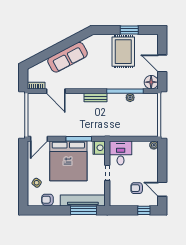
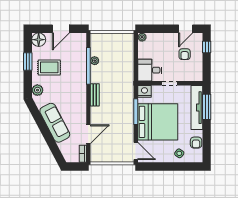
plant: (100, 40) -> (37, 90), added
rug: (123, 52) -> (49, 67), width x0.73, depth x0.70
floor lamp: (151, 82) -> (39, 40), moved

